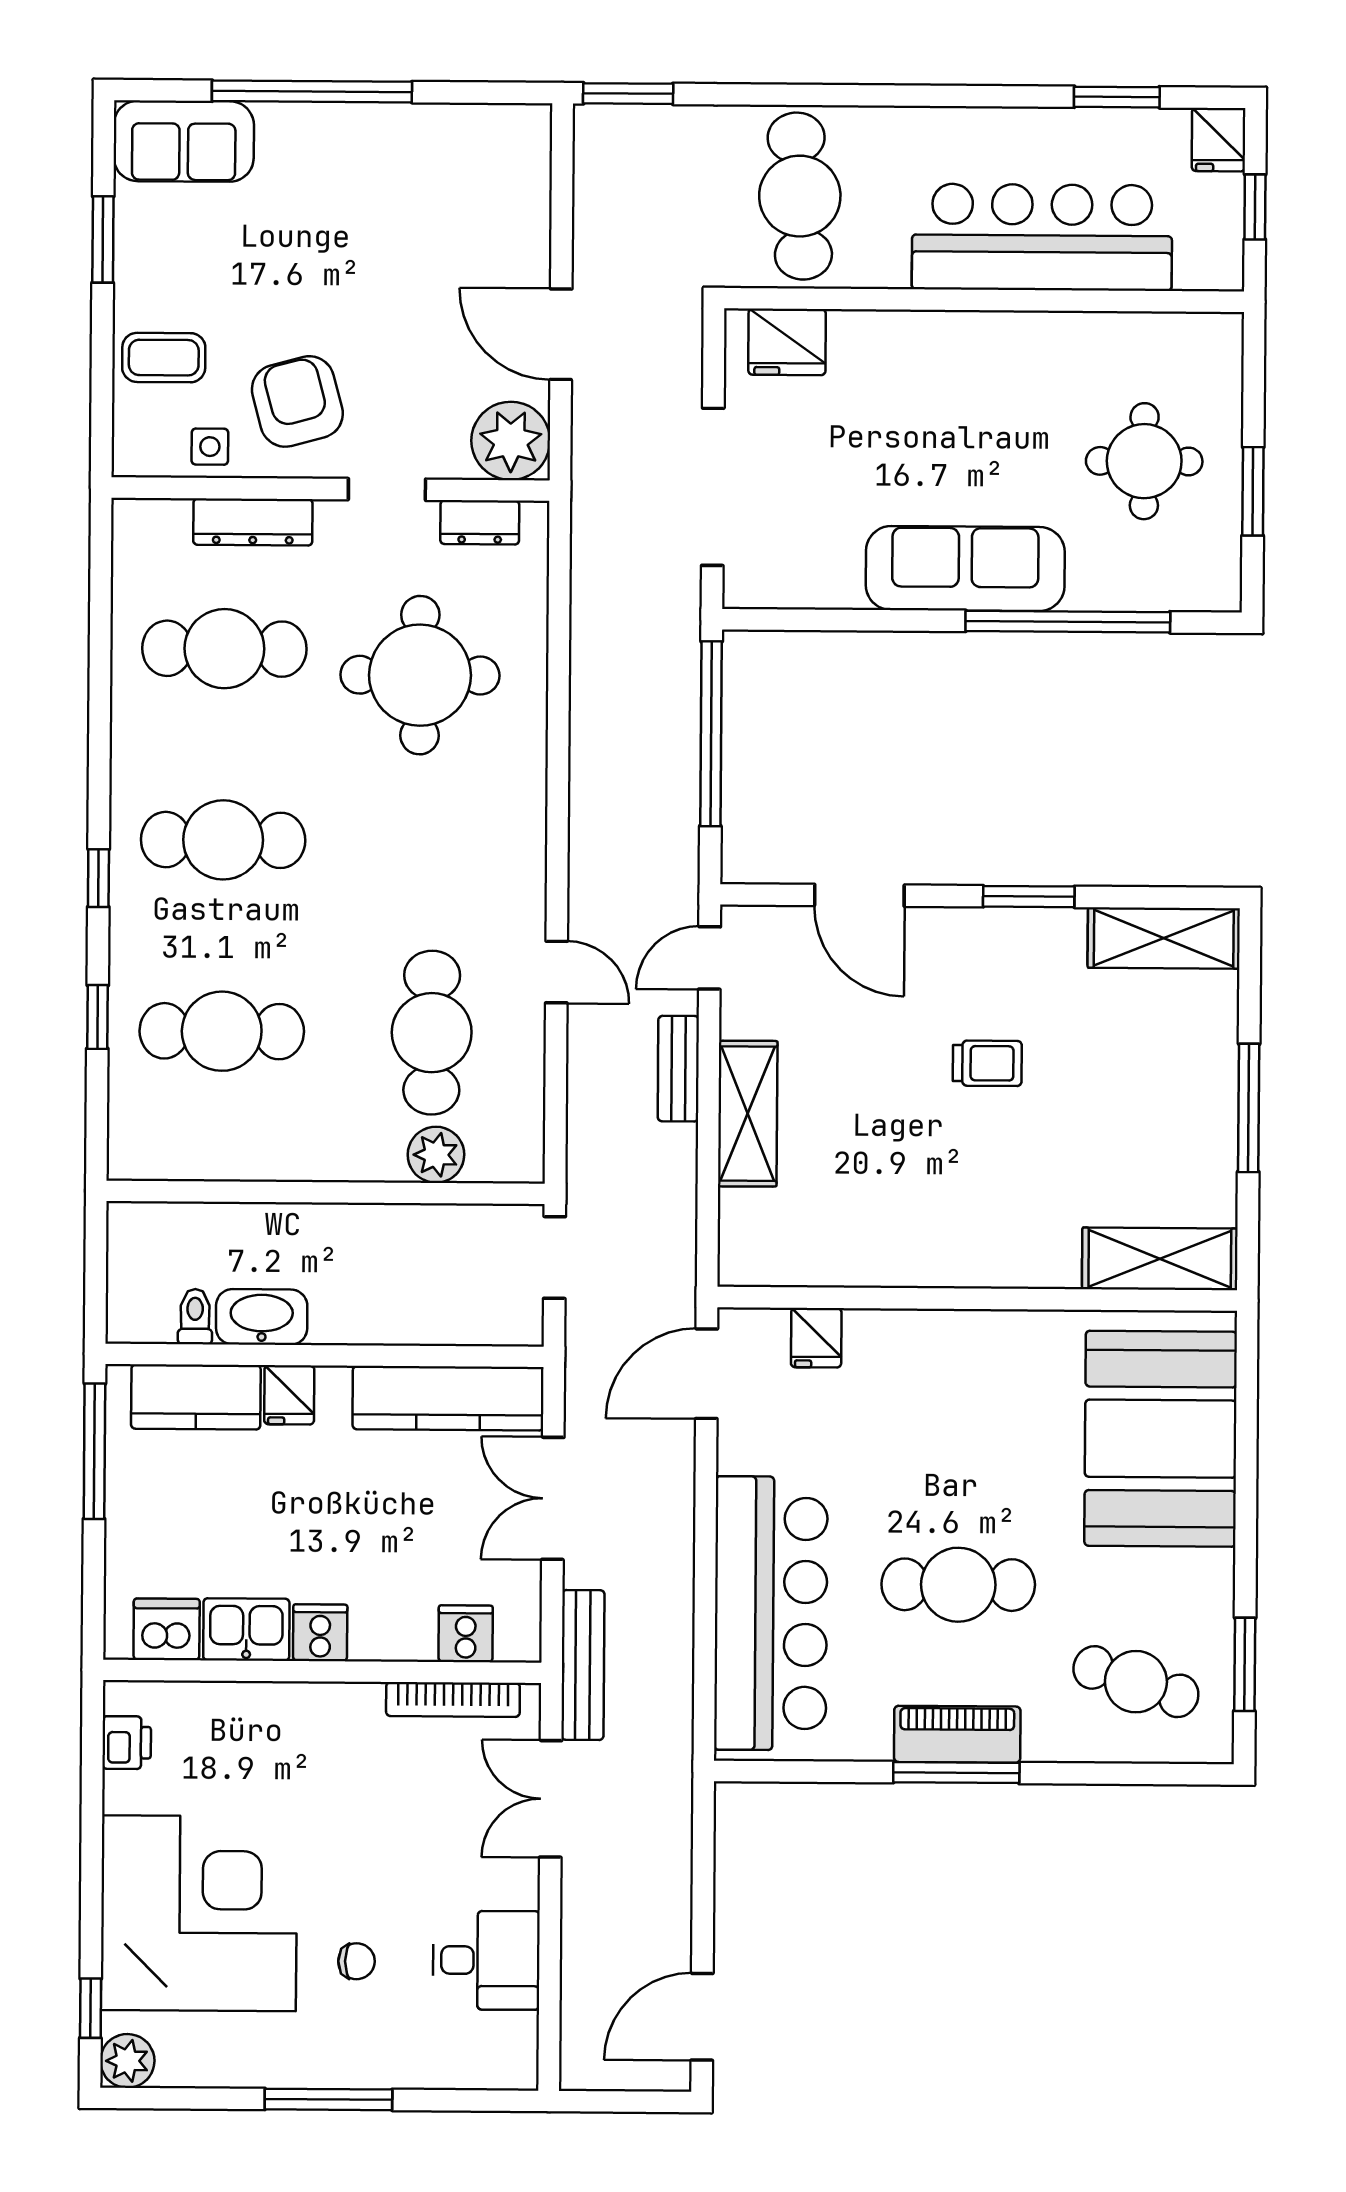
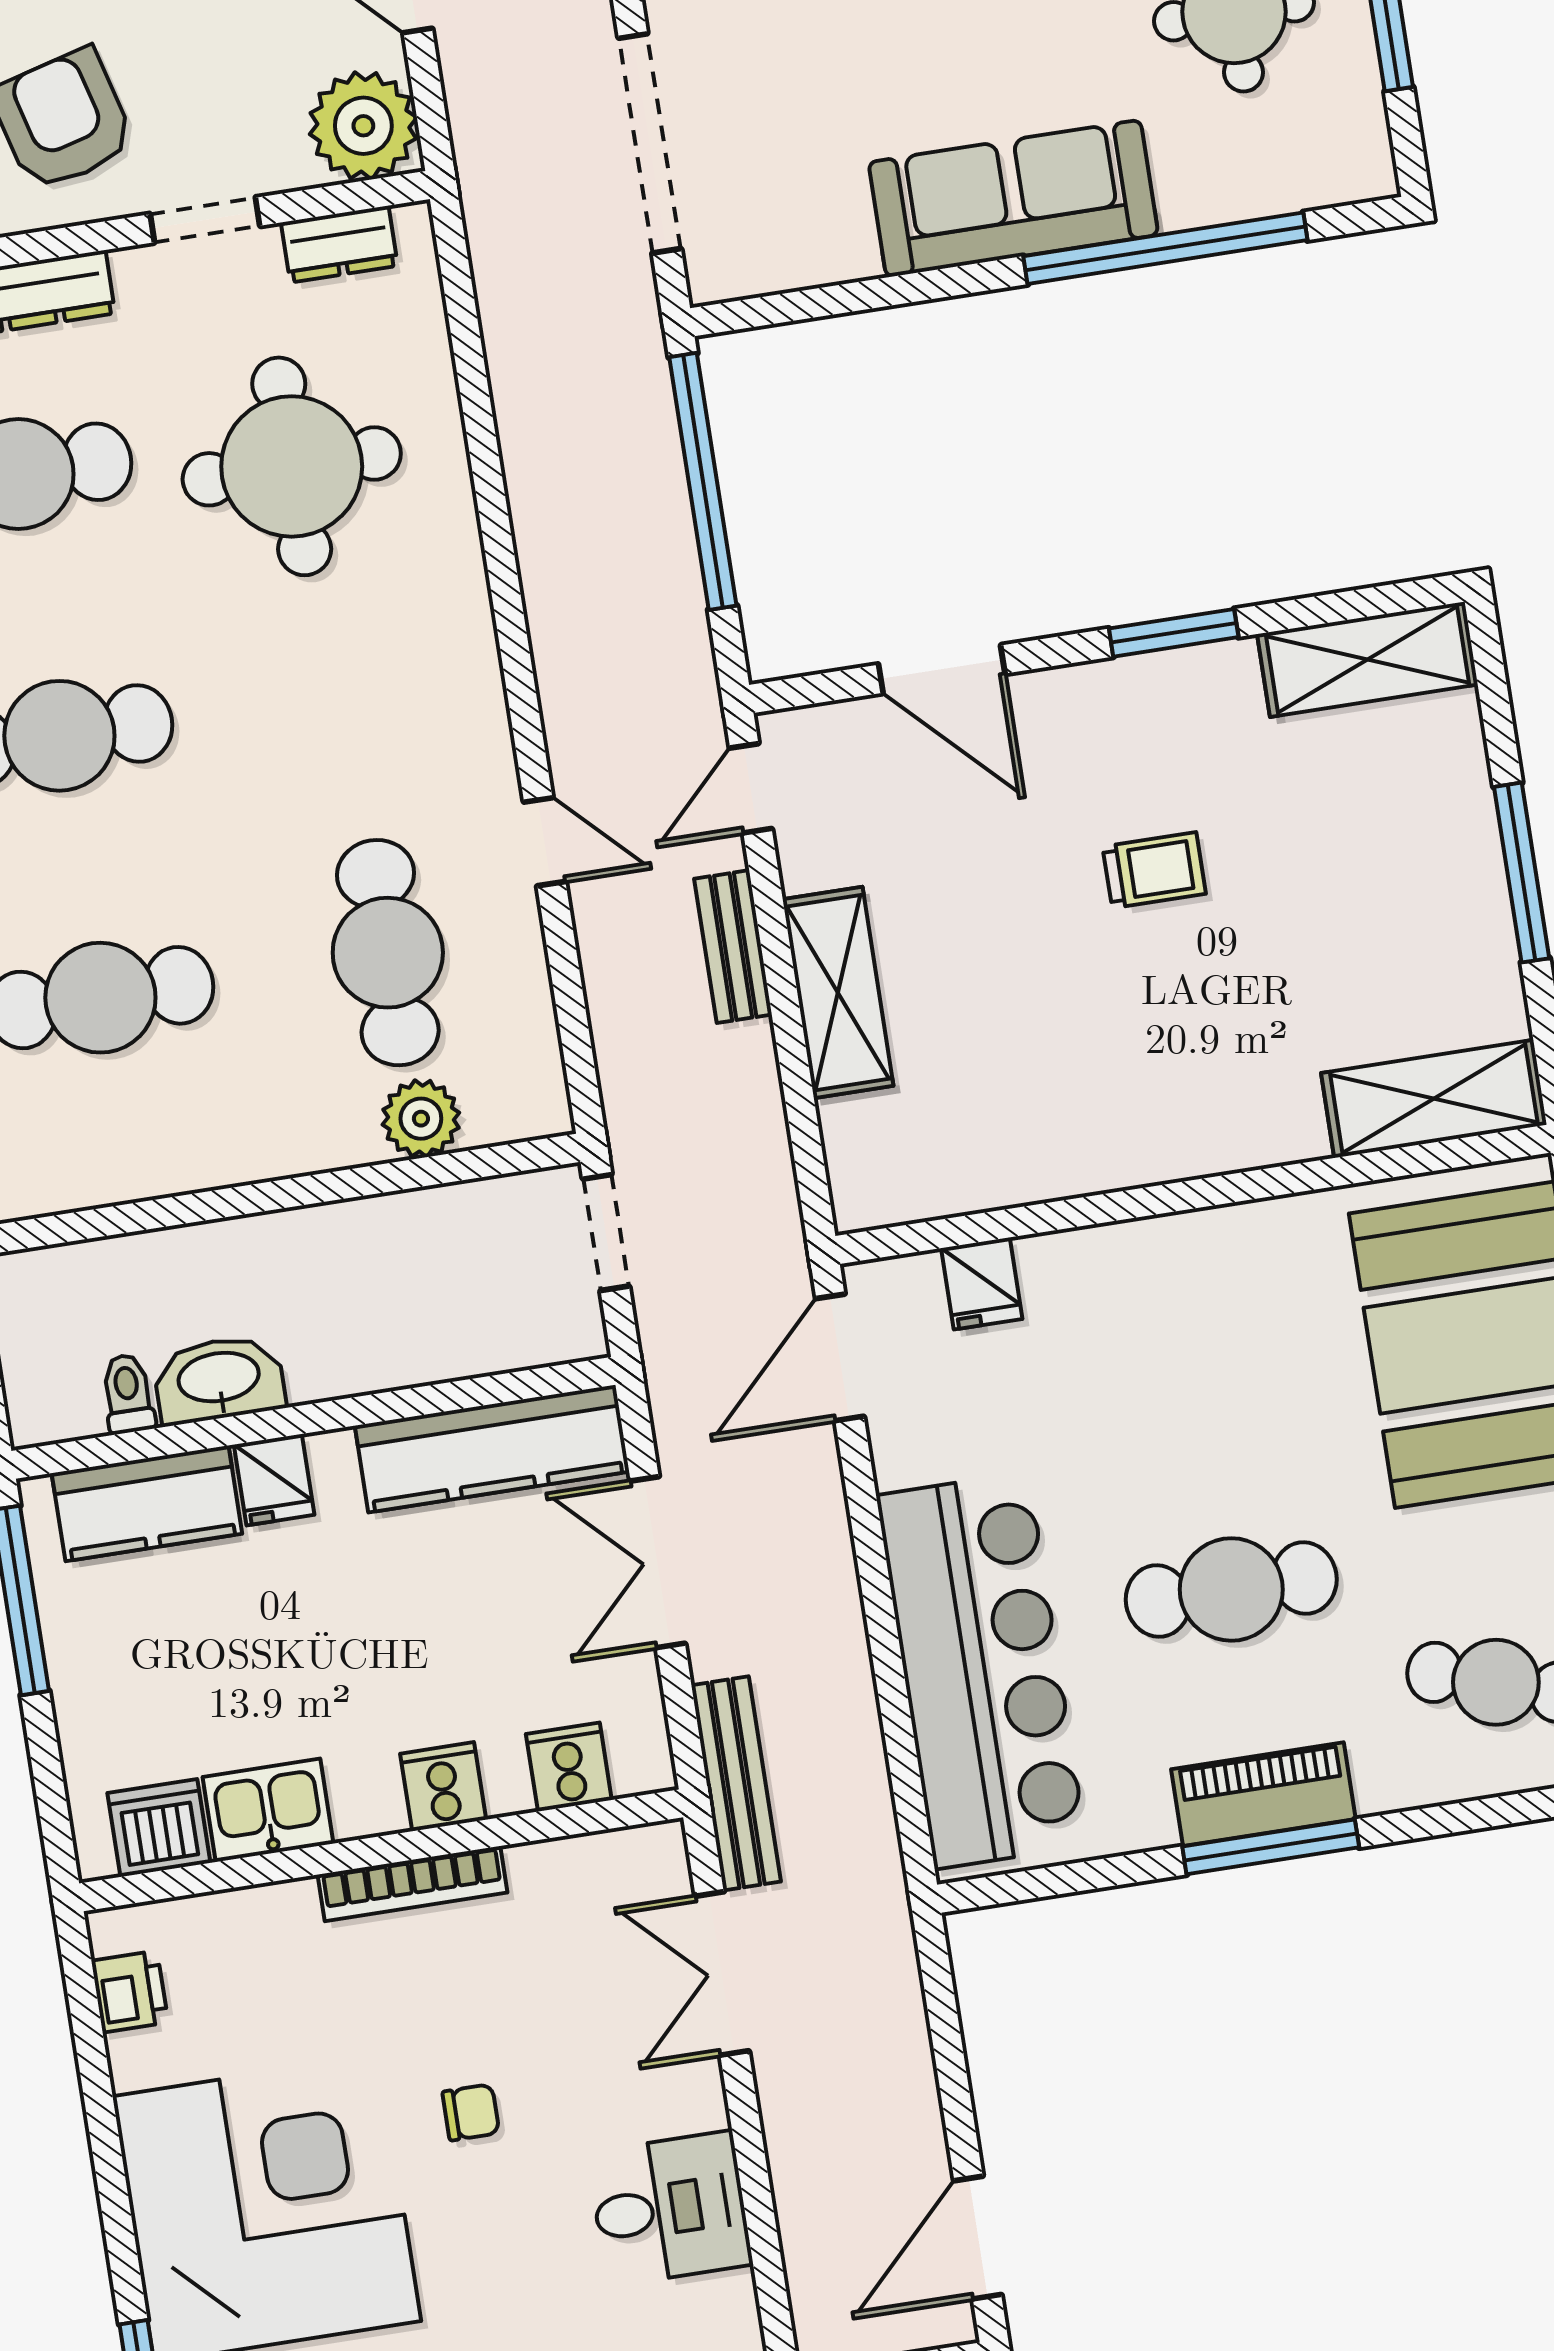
cooker: (320, 1633) -> (443, 1787), moved
bookcase: (453, 1700) -> (412, 1884), moved
chair: (356, 1961) -> (471, 2112), moved

